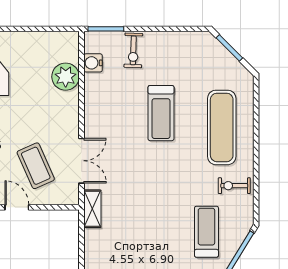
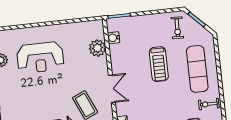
exercise bike: (133, 50) -> (177, 28), moved
double door: (82, 161) -> (112, 89), moved

